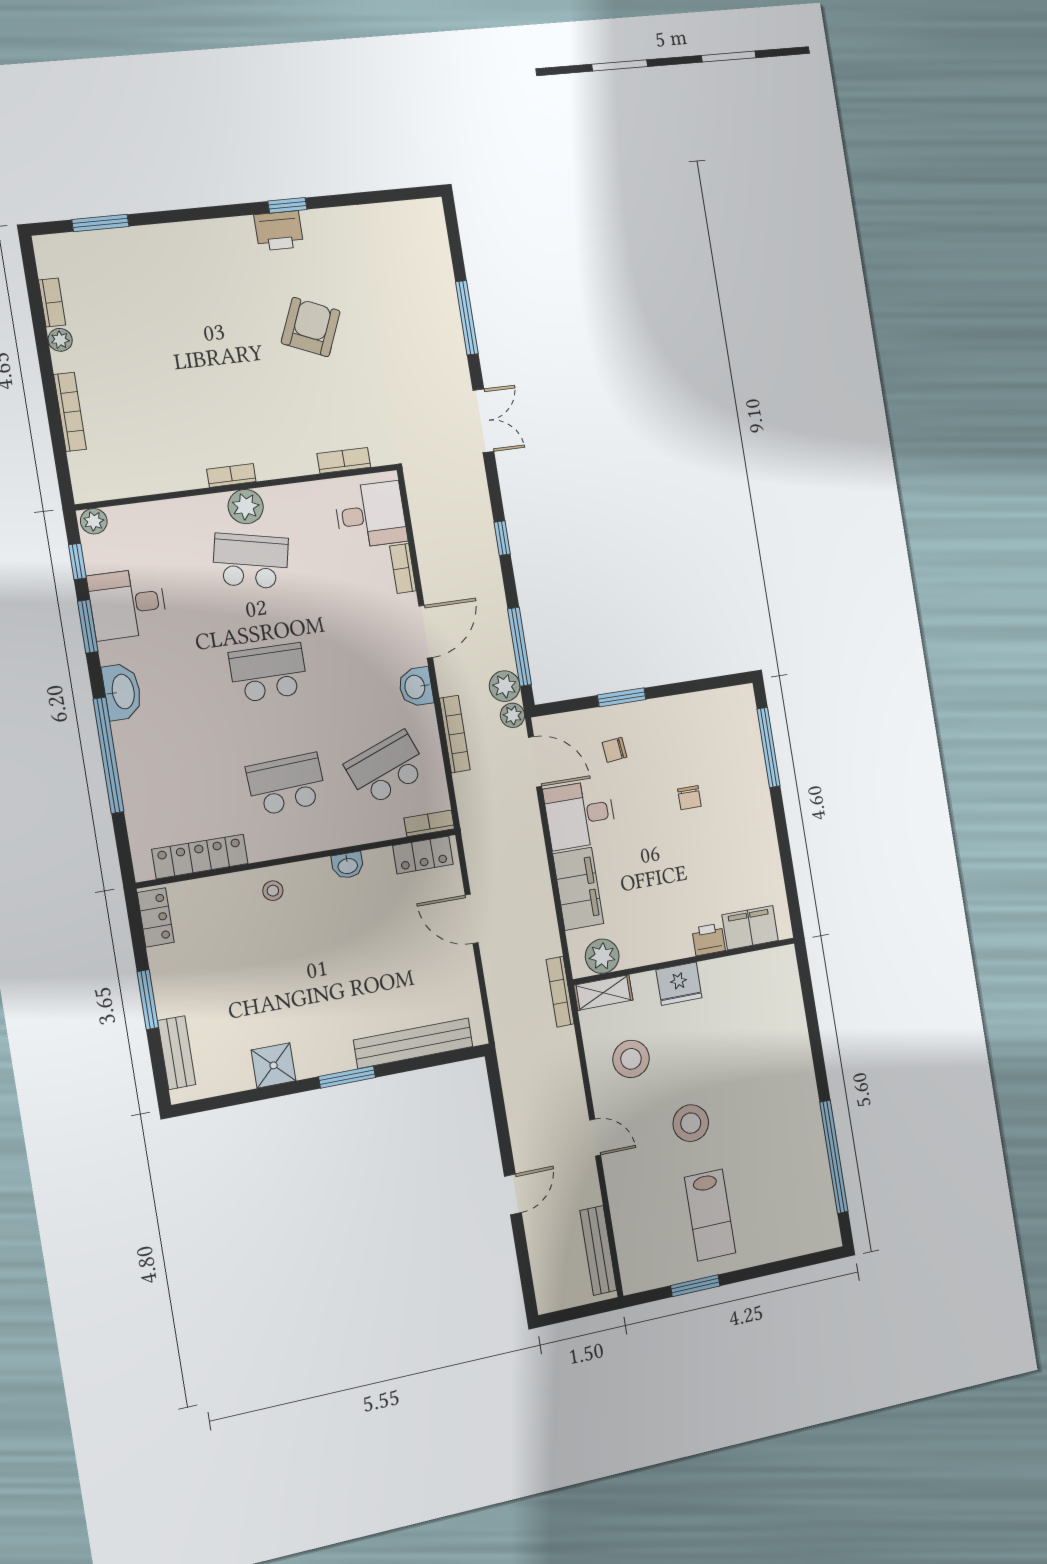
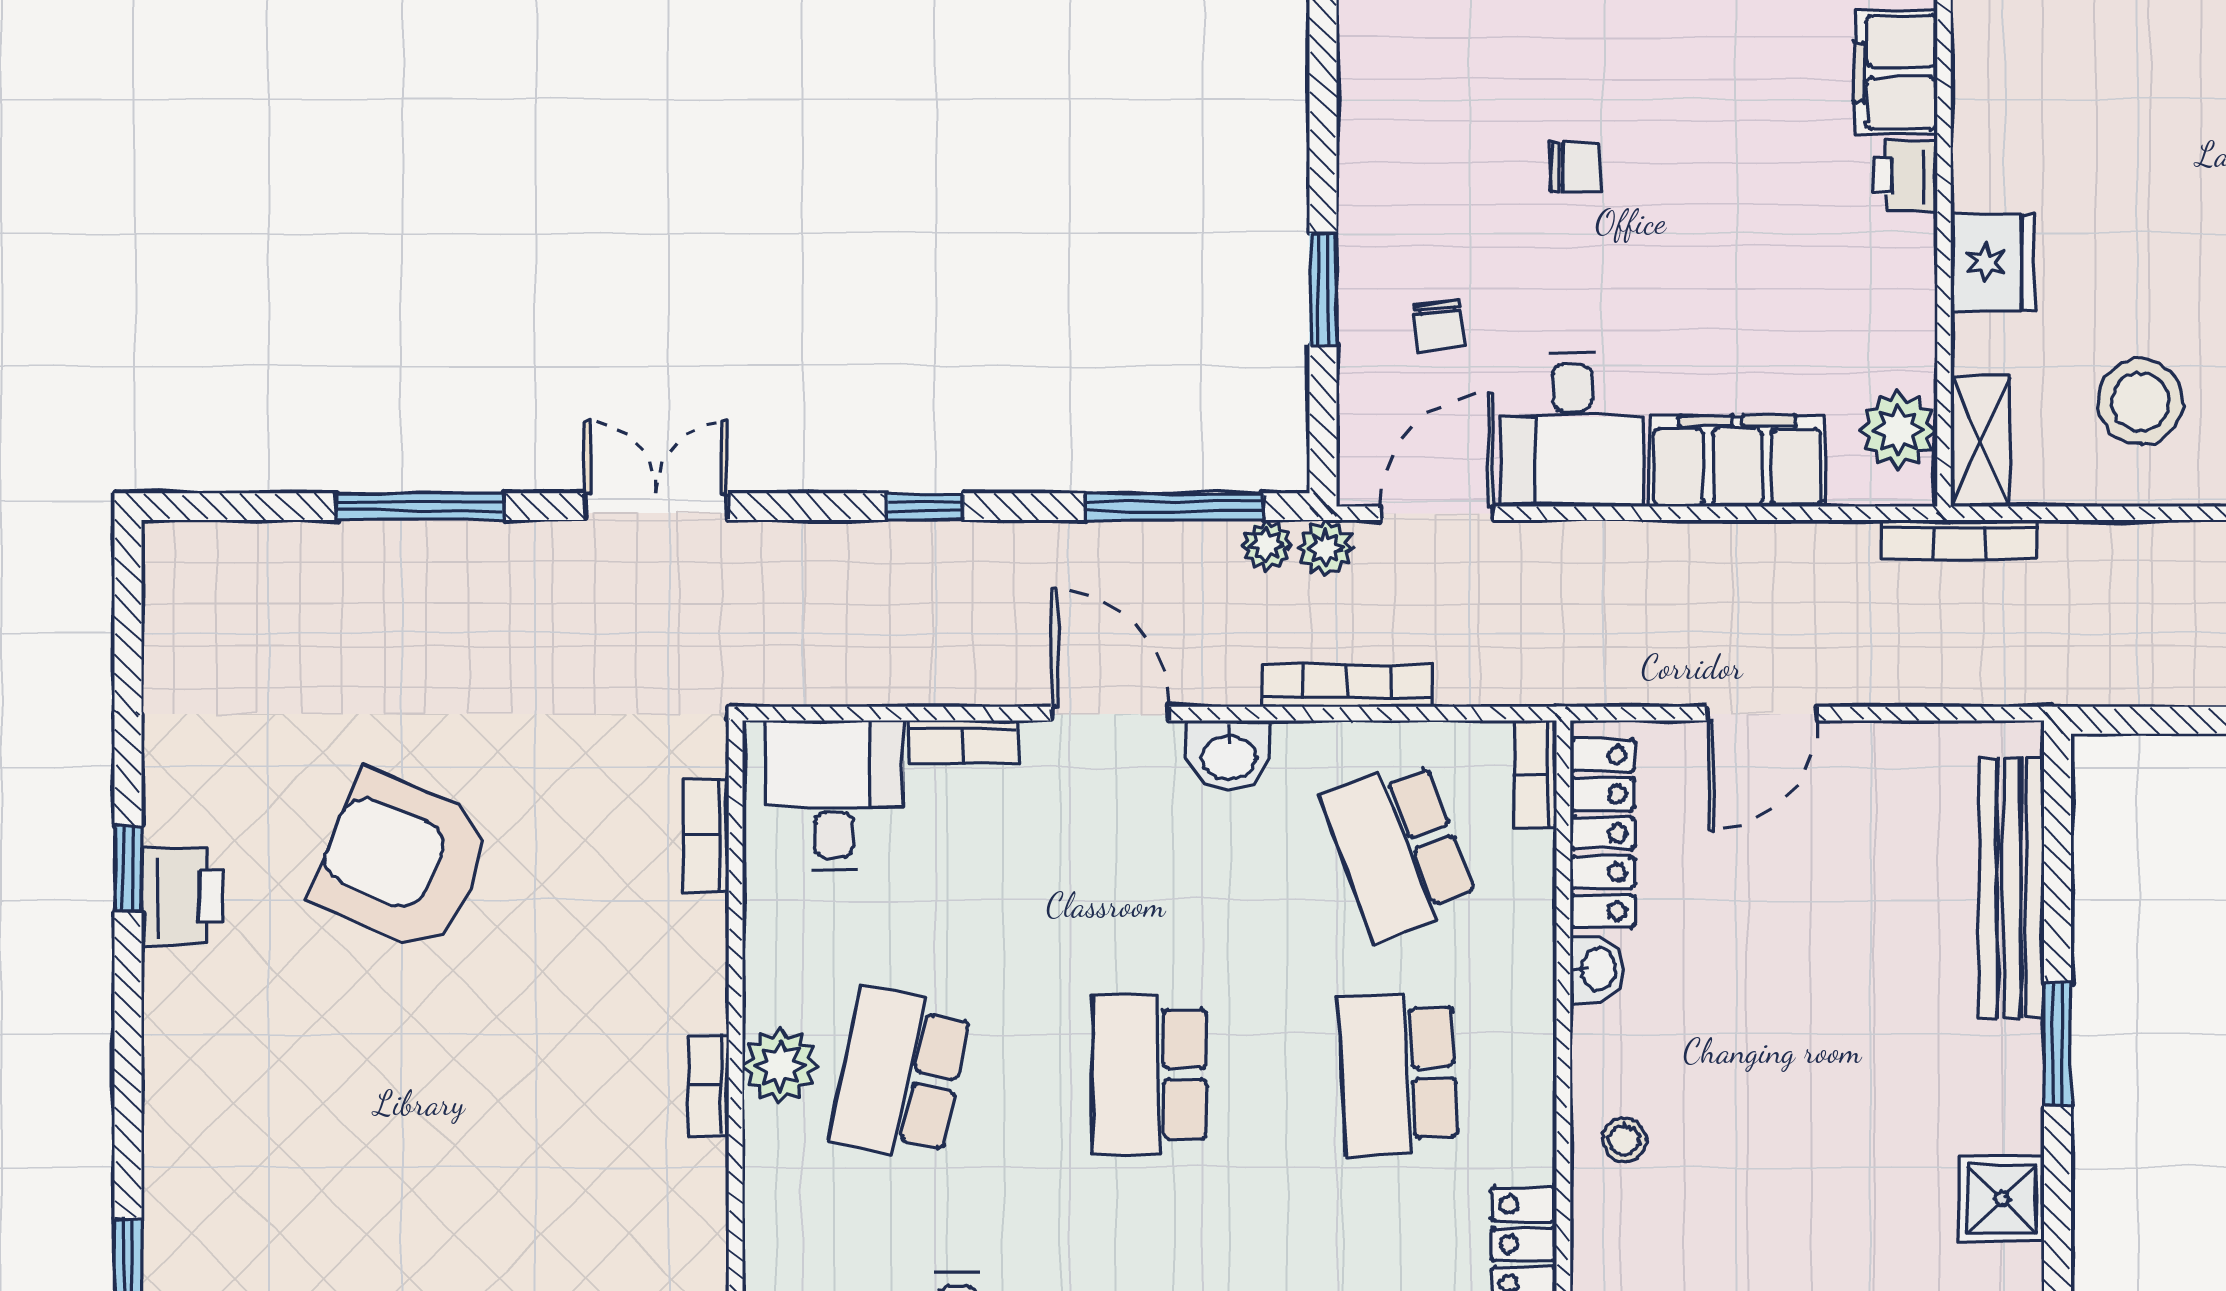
armchair: (311, 327) -> (403, 861), width x1.36, depth x1.36
plant: (505, 686) -> (1267, 545), width x0.73, depth x0.73
locker: (423, 855) -> (1602, 833), width x1.53

